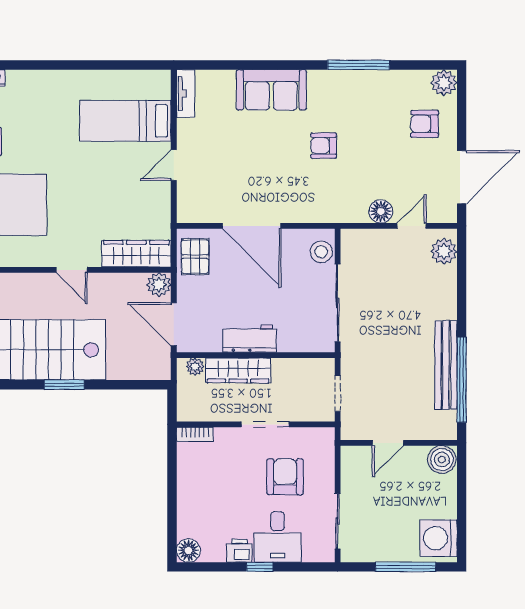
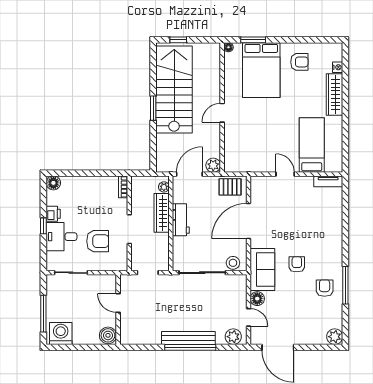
sofa: (271, 90) -> (262, 269), moved, turned 180
armchair: (425, 124) -> (325, 288), moved
wardrobe: (136, 254) -> (335, 95), moved, turned 180
bench: (446, 365) -> (188, 338), moved
window: (462, 380) -> (190, 347), moved

